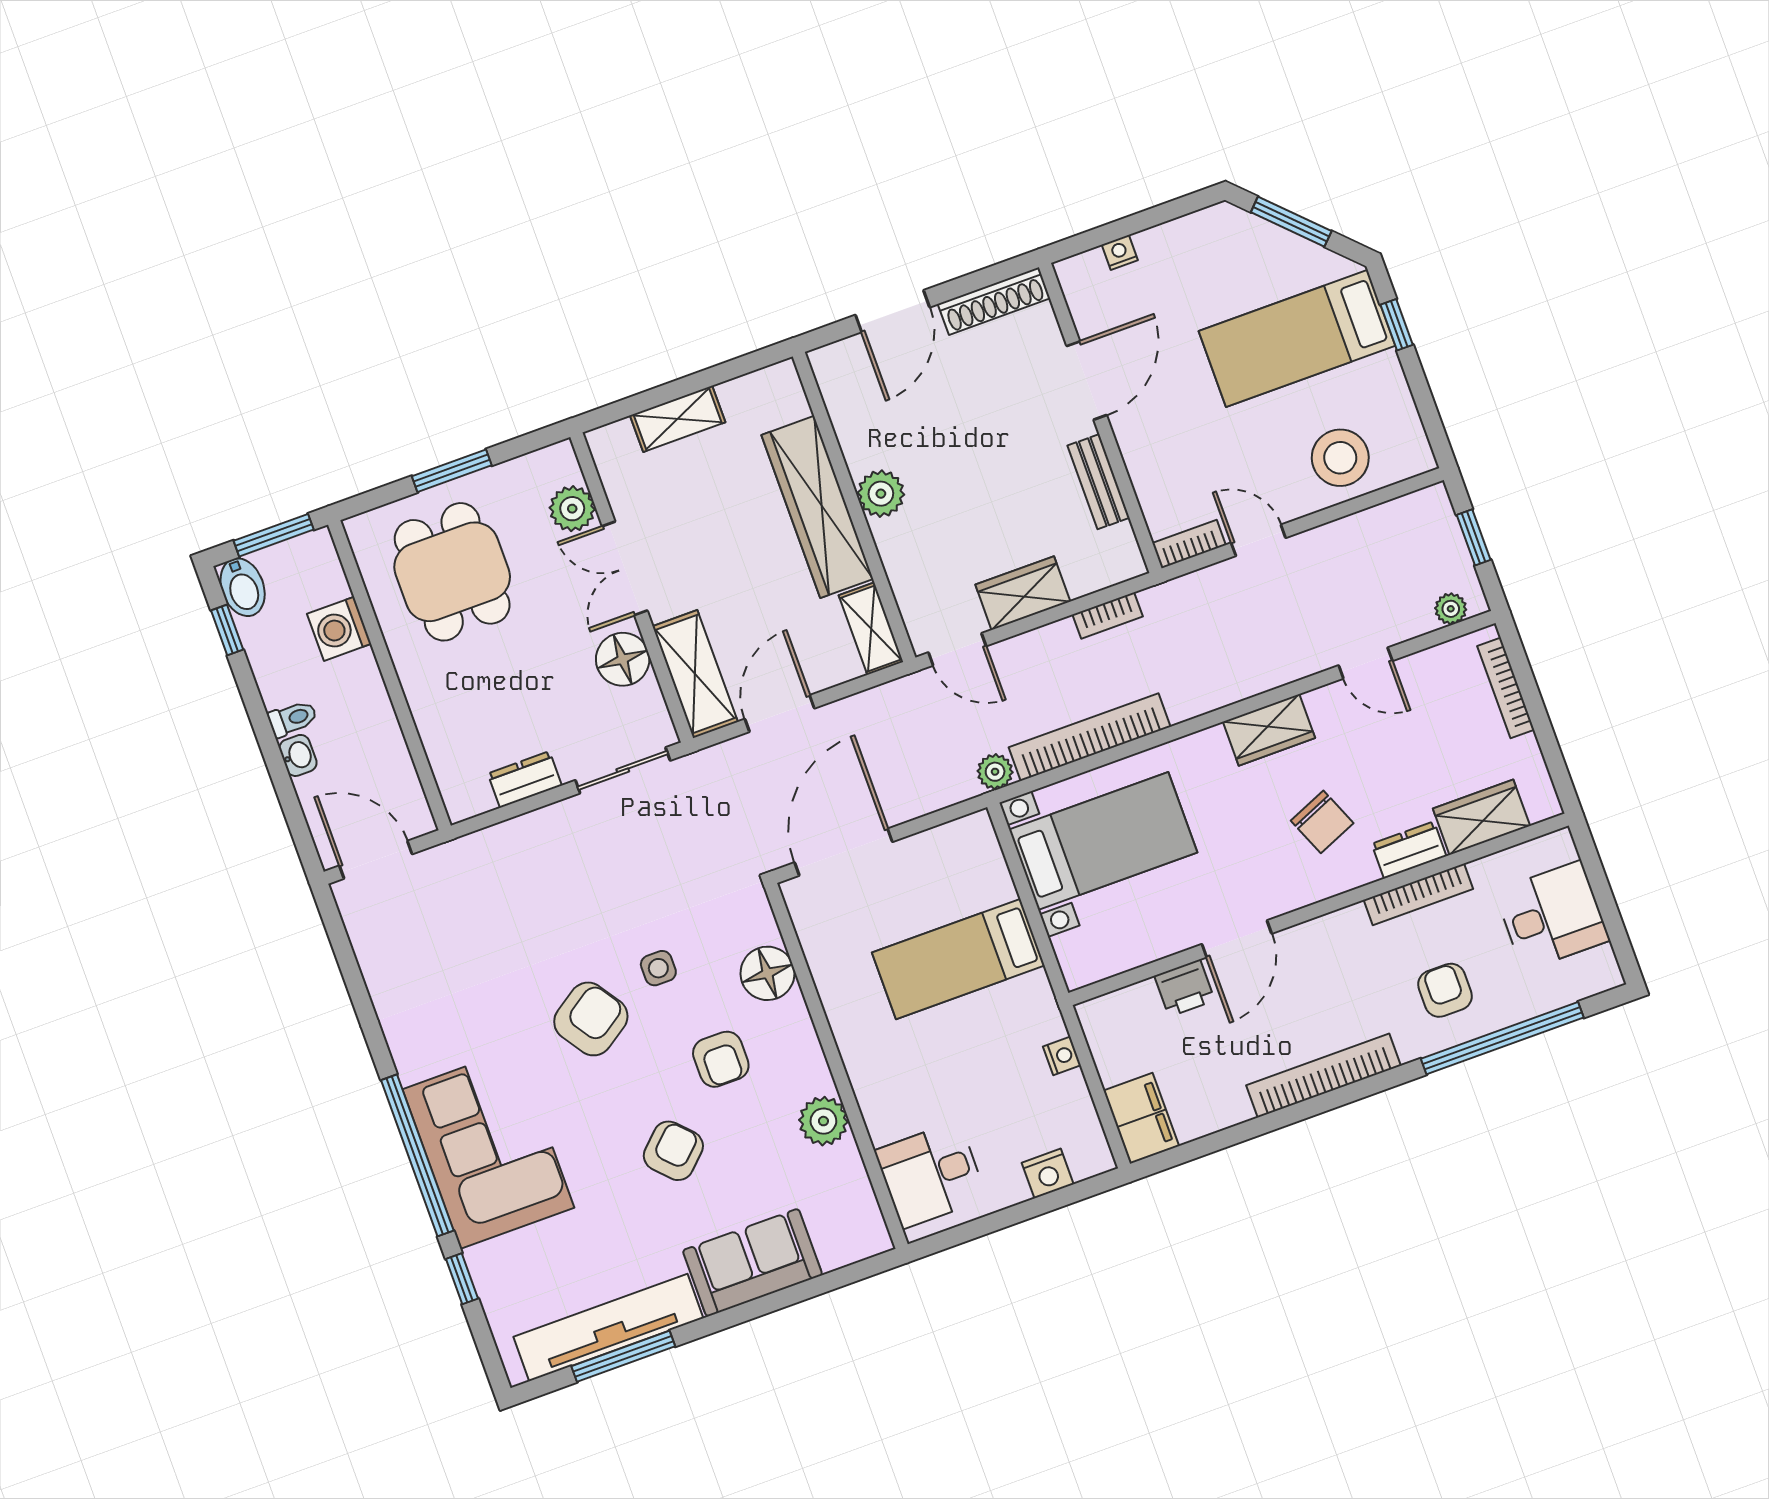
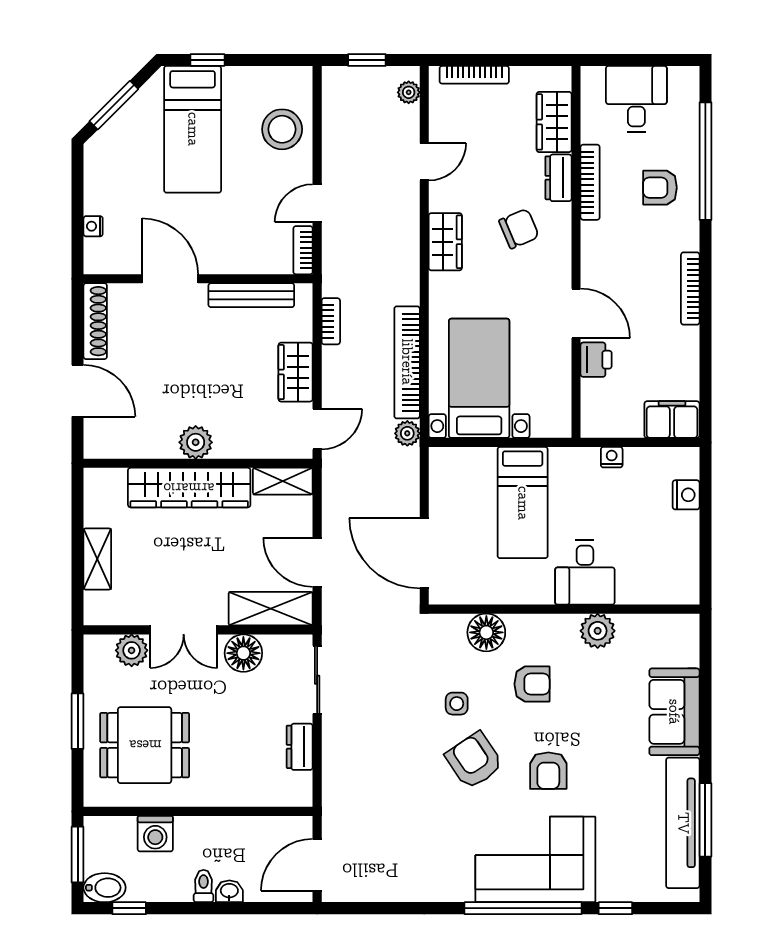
bench: (1098, 482) -> (251, 295), width x1.36
bookcase: (1324, 1075) -> (690, 289), width x0.68, depth x0.76
armchair: (673, 1151) -> (548, 771), moved, turned -136
desk: (931, 1175) -> (585, 573), moved

